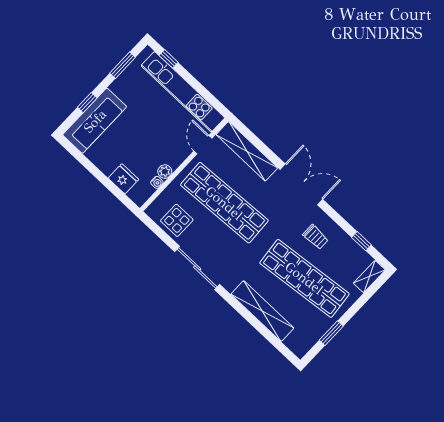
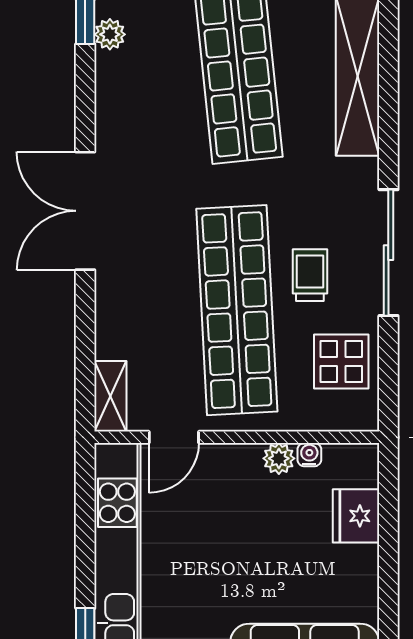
shelving: (247, 151) -> (110, 396), width x0.45, depth x0.75
trolley: (316, 237) -> (310, 275), moved
plant: (350, 245) -> (110, 34), added

